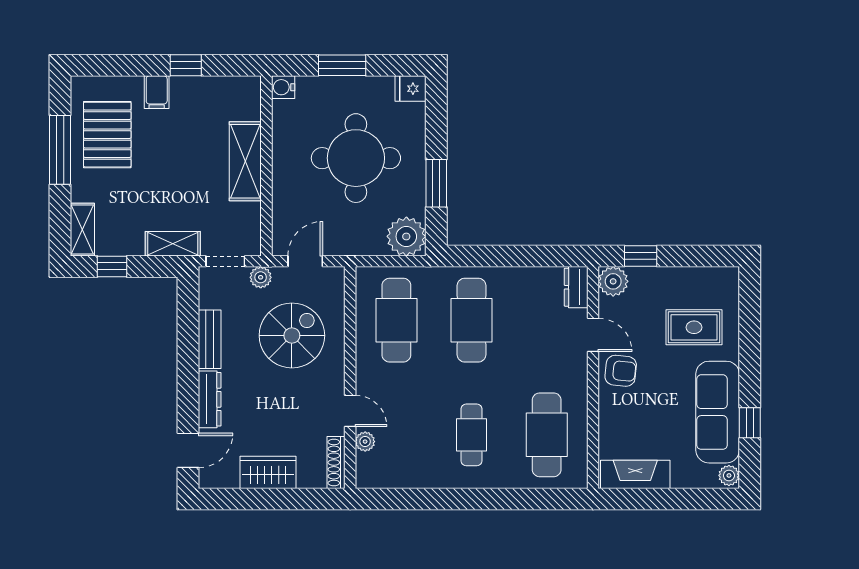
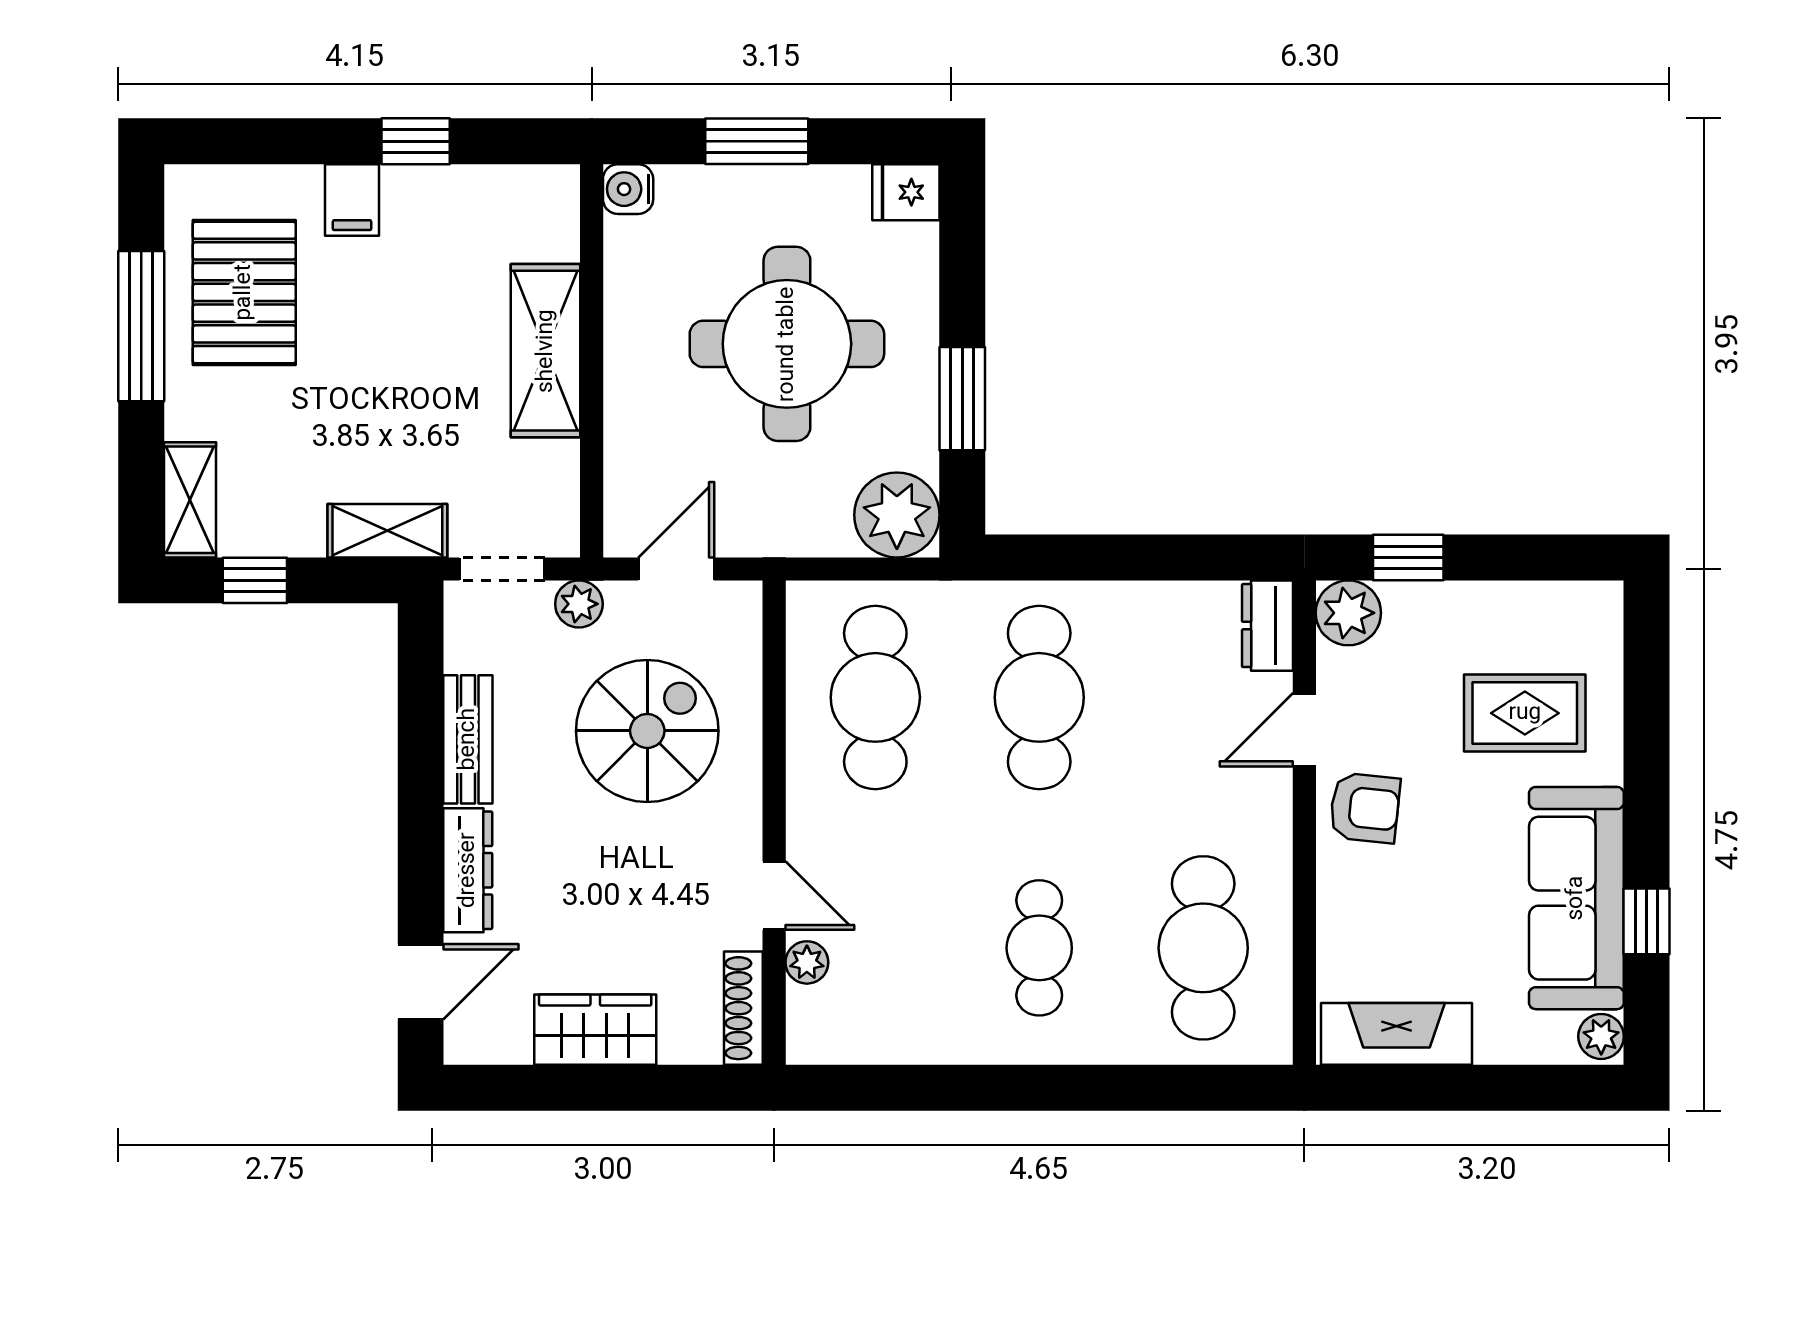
door: (593, 335) -> (1304, 730), swing flipped

